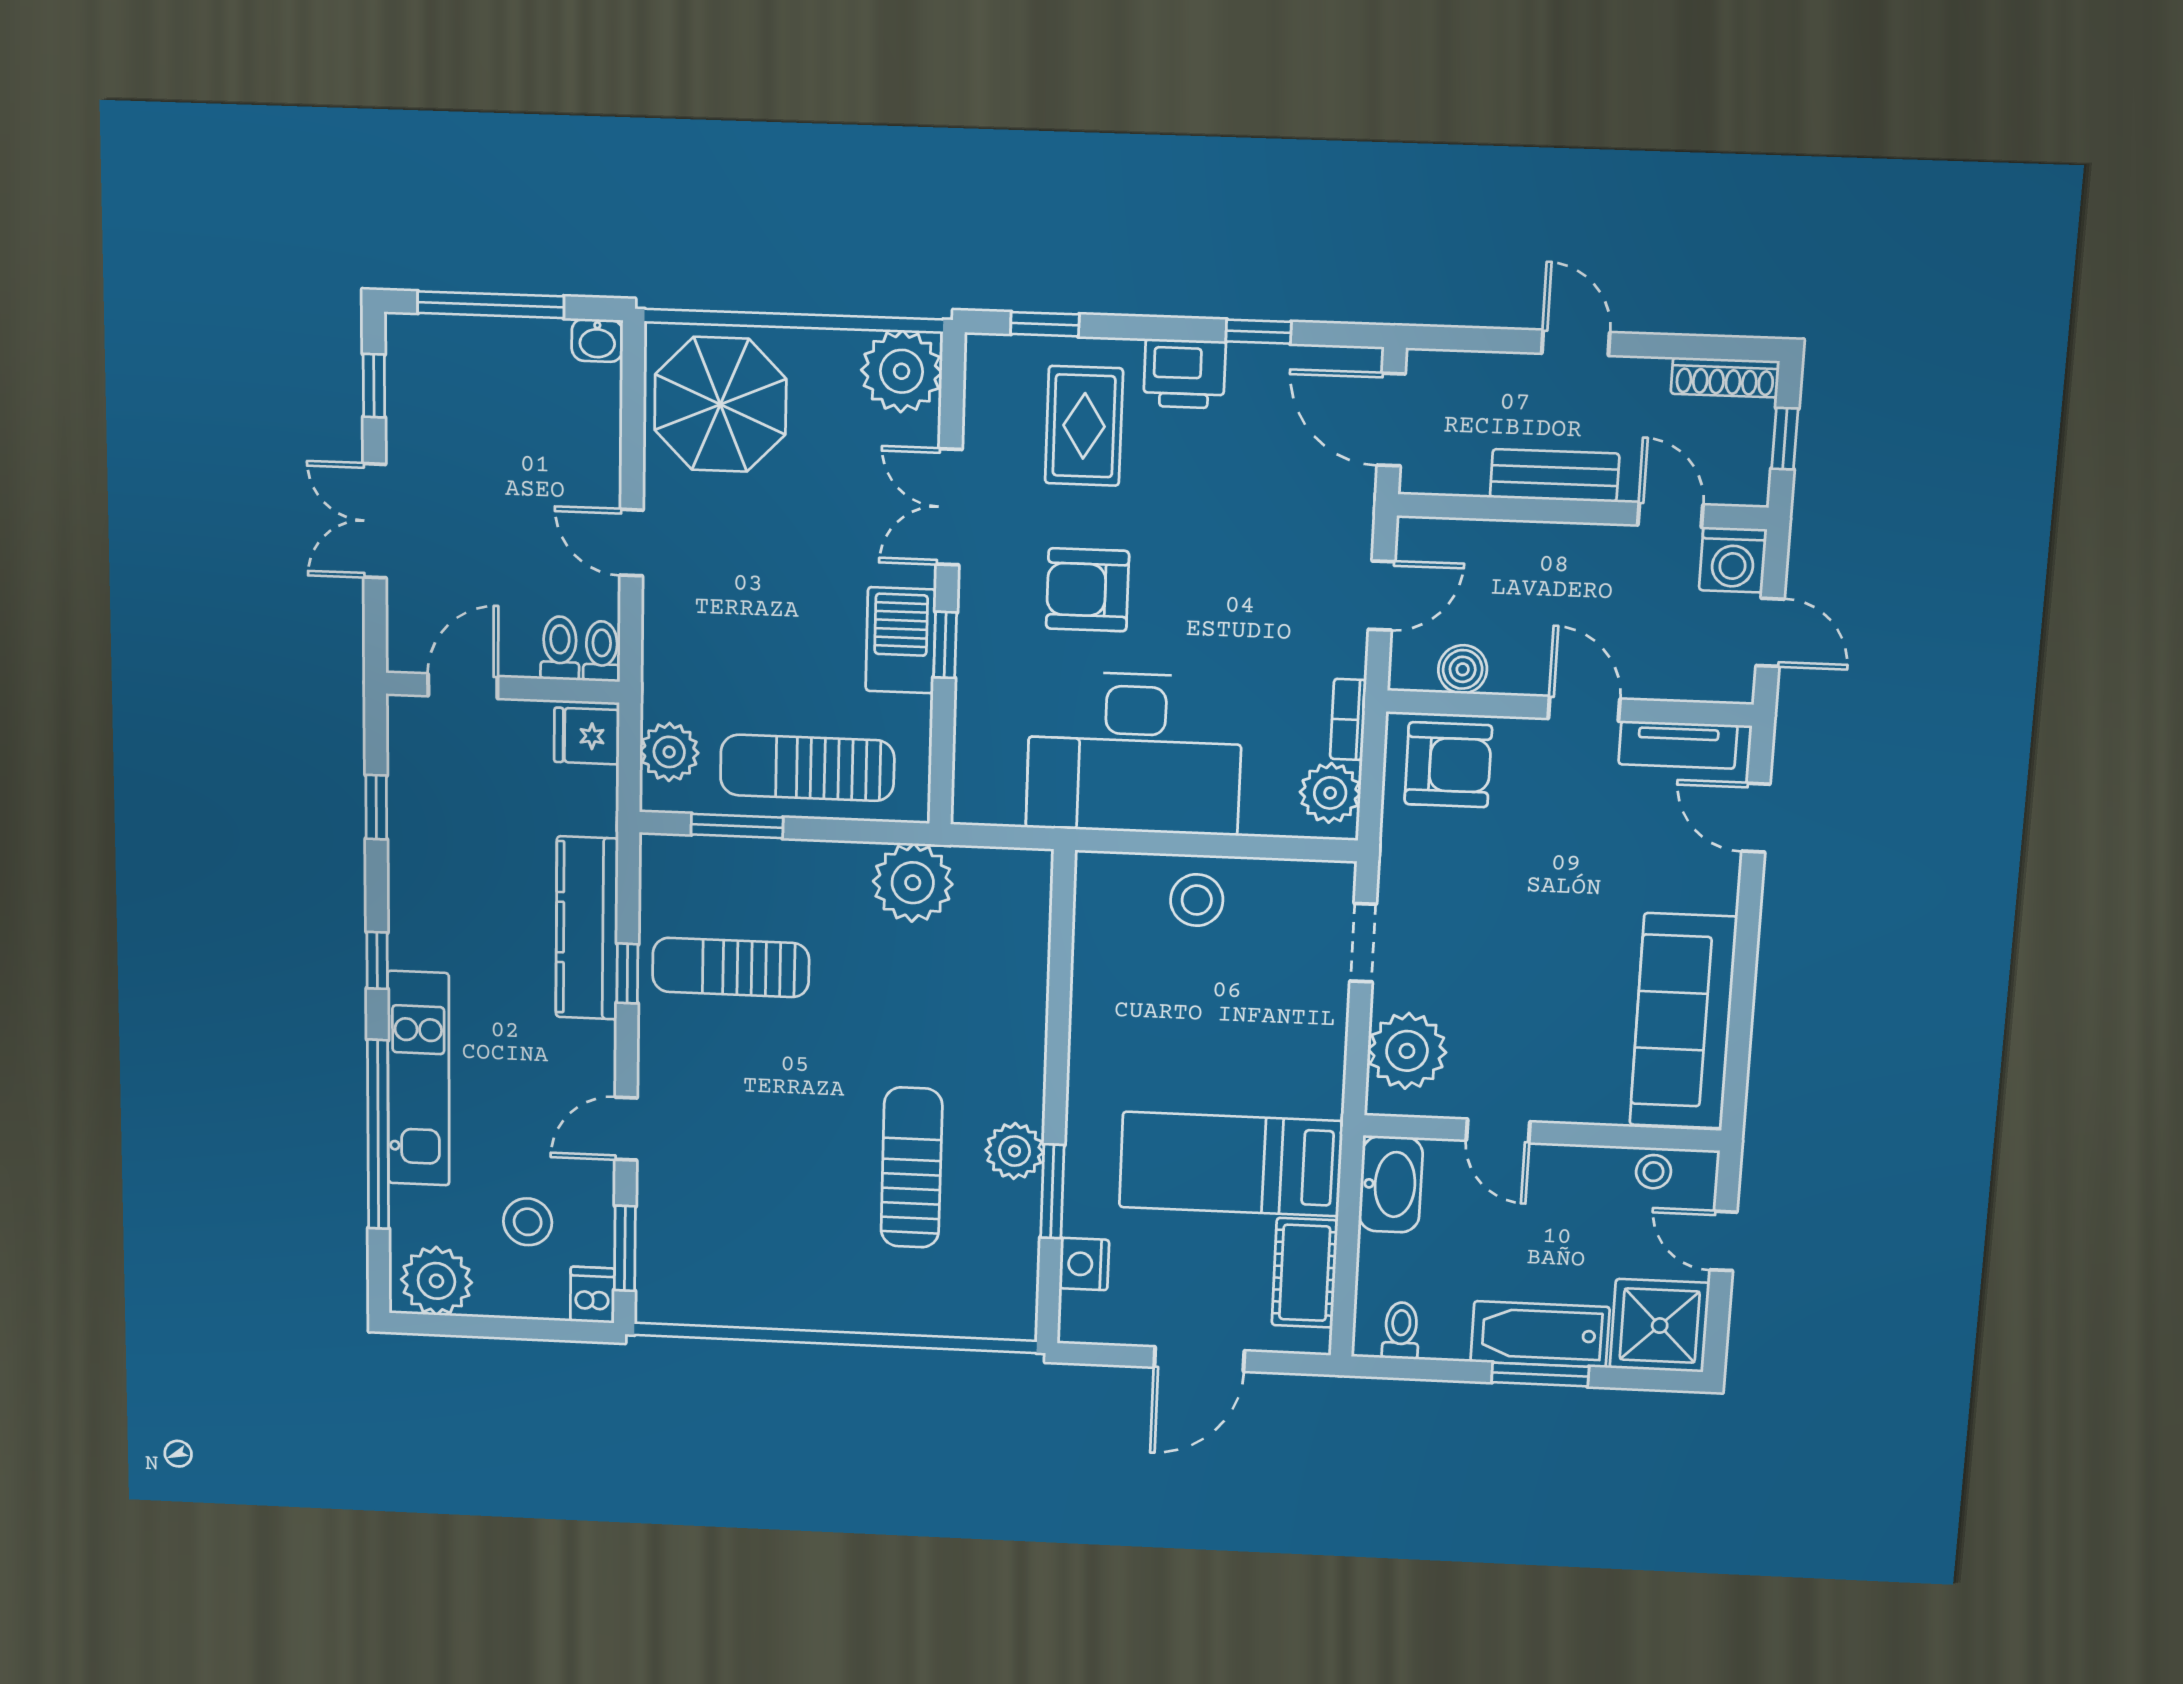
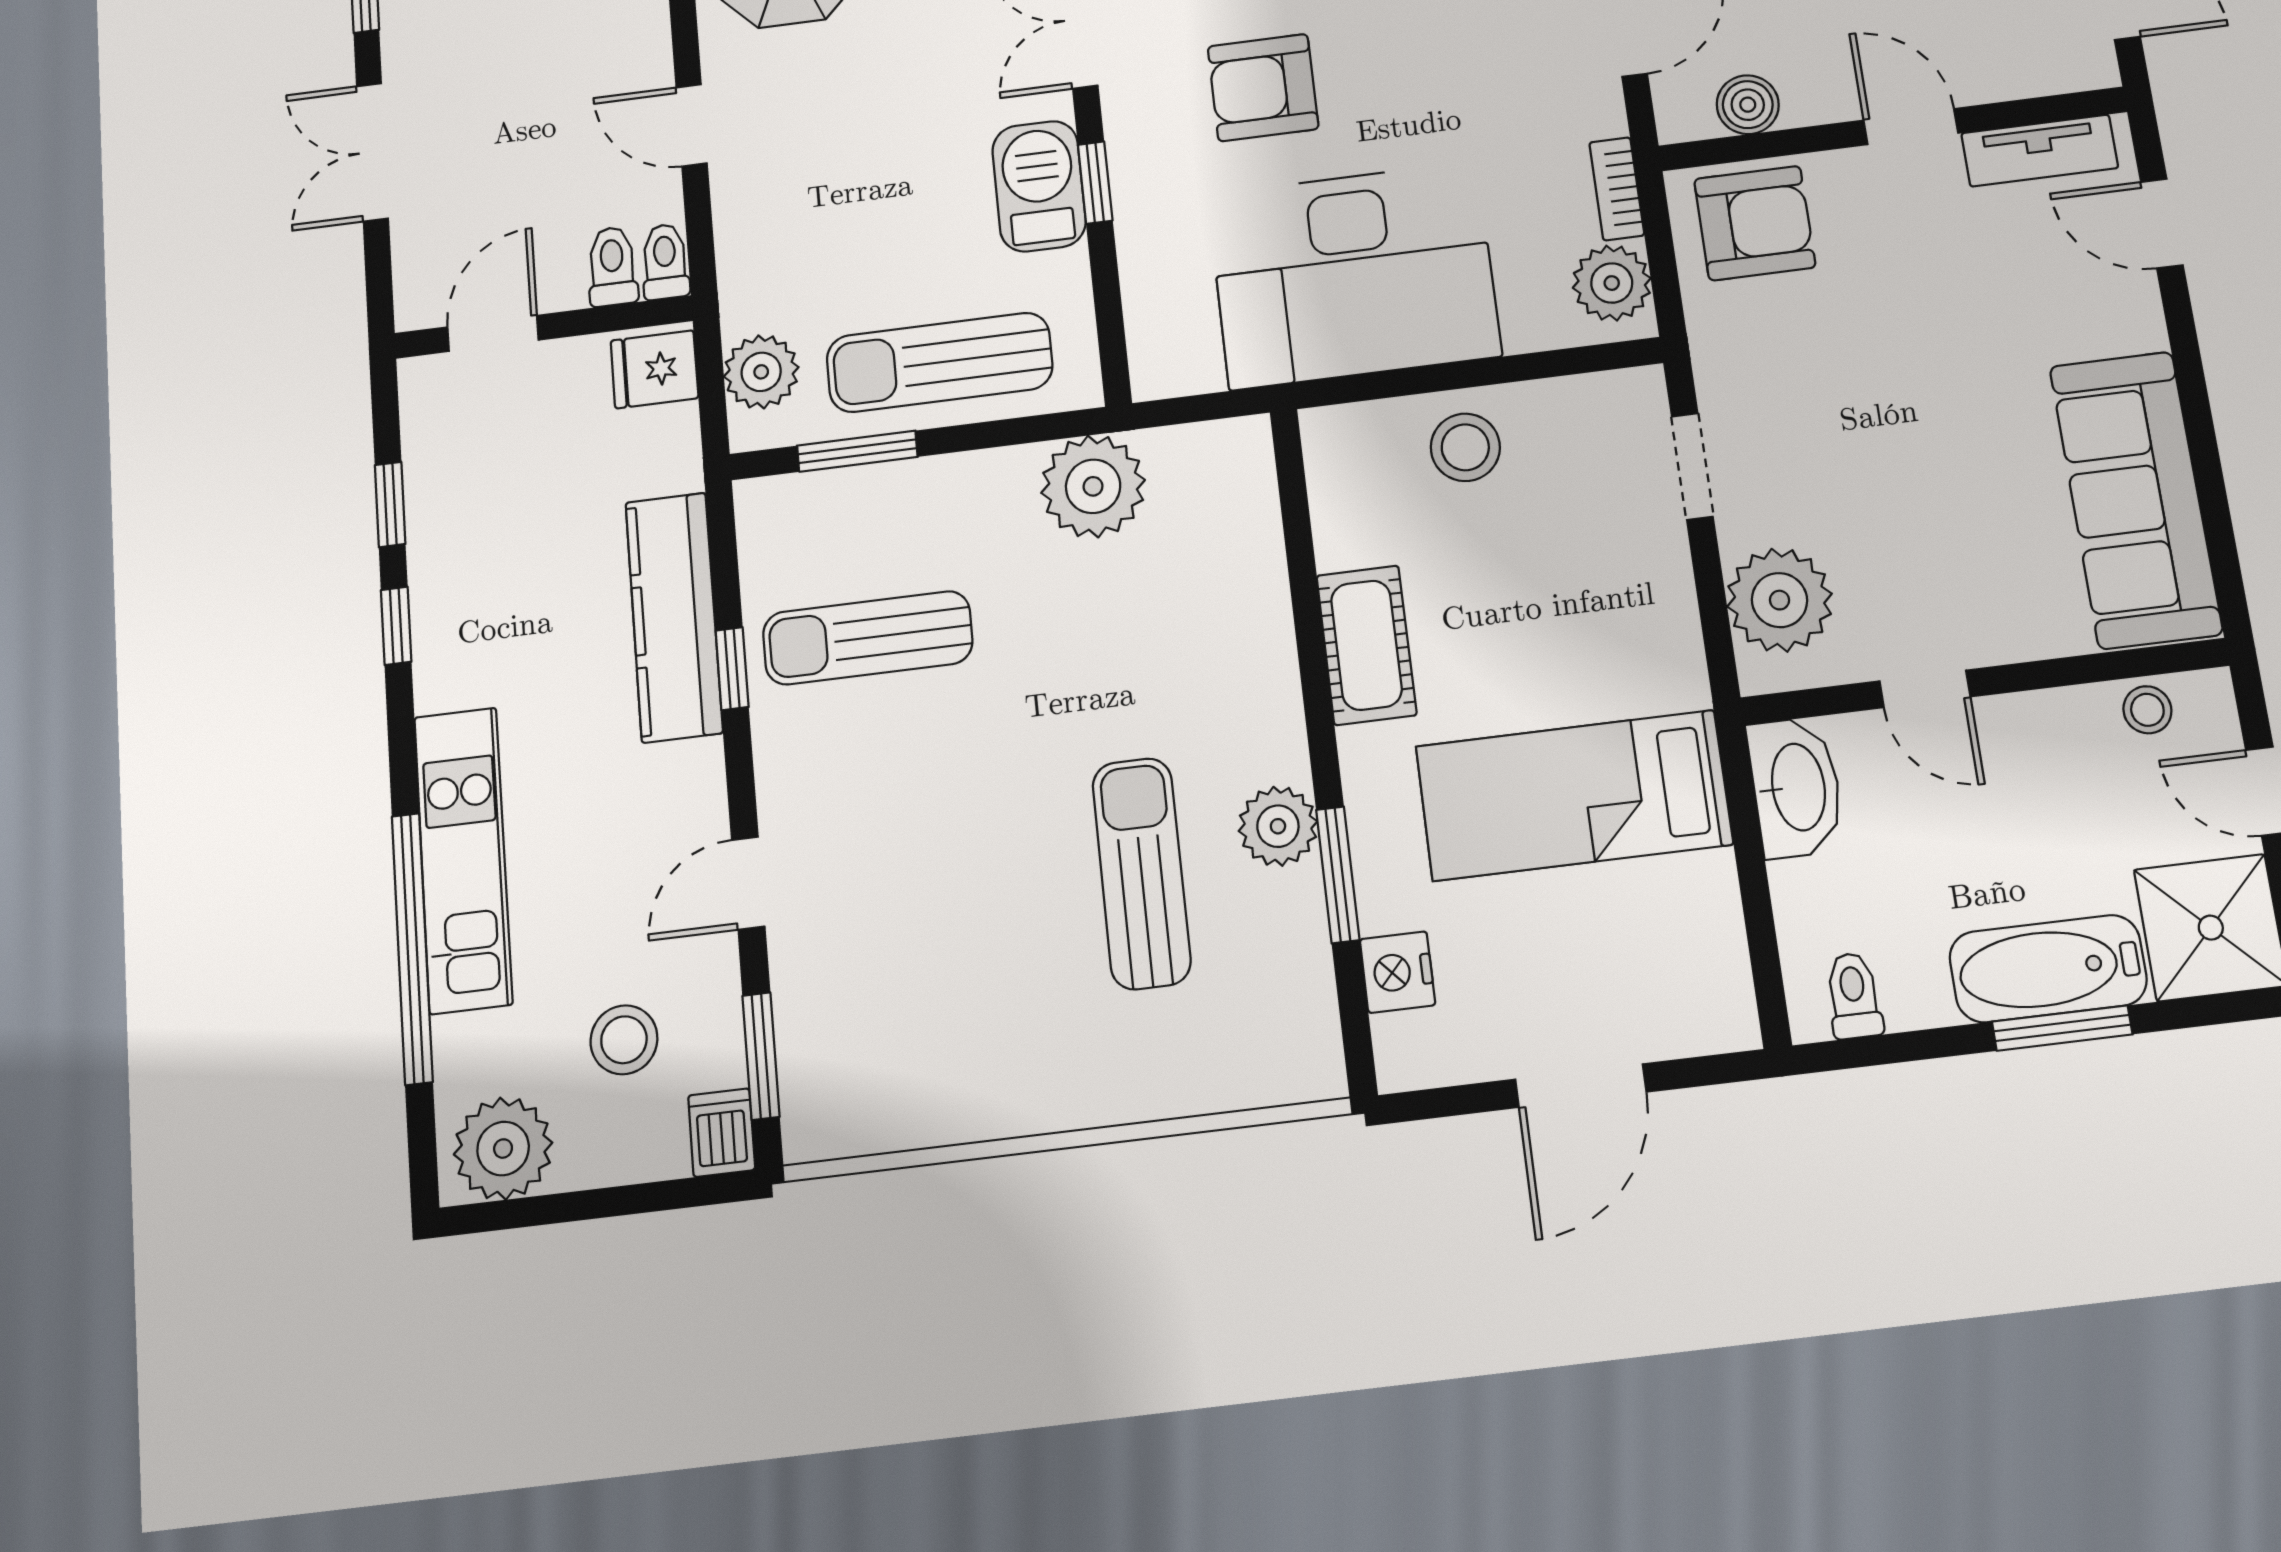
window: (377, 960) -> (396, 626), moved
cot: (1305, 1273) -> (1366, 645), moved

